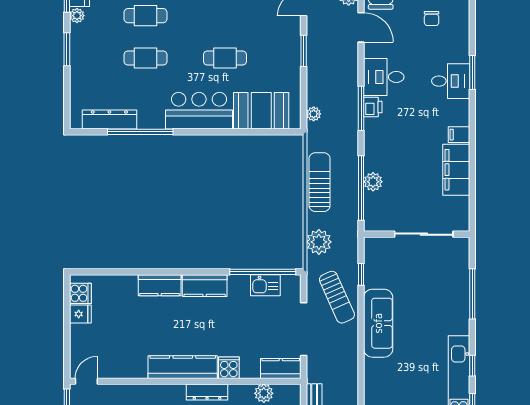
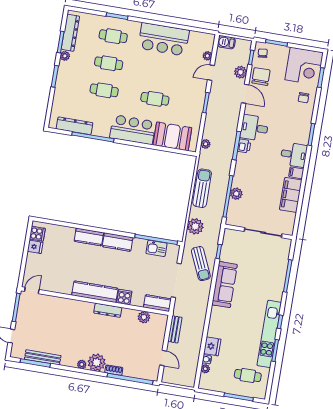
chair: (432, 18) -> (304, 98), moved
desk: (451, 81) -> (294, 155), moved

